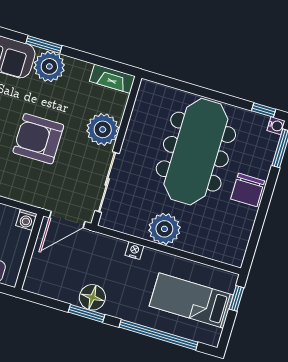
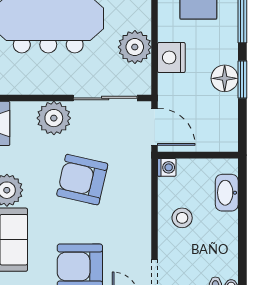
armchair: (38, 139) -> (82, 180), turned 103
plant: (164, 229) -> (135, 47), moved
nightstand: (134, 251) -> (171, 57), width x1.89, depth x1.79

